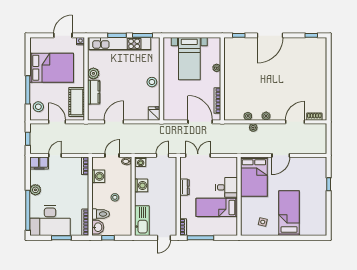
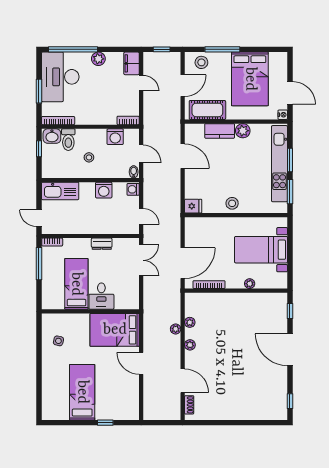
bed: (289, 213) -> (82, 392), moved, turned -90

